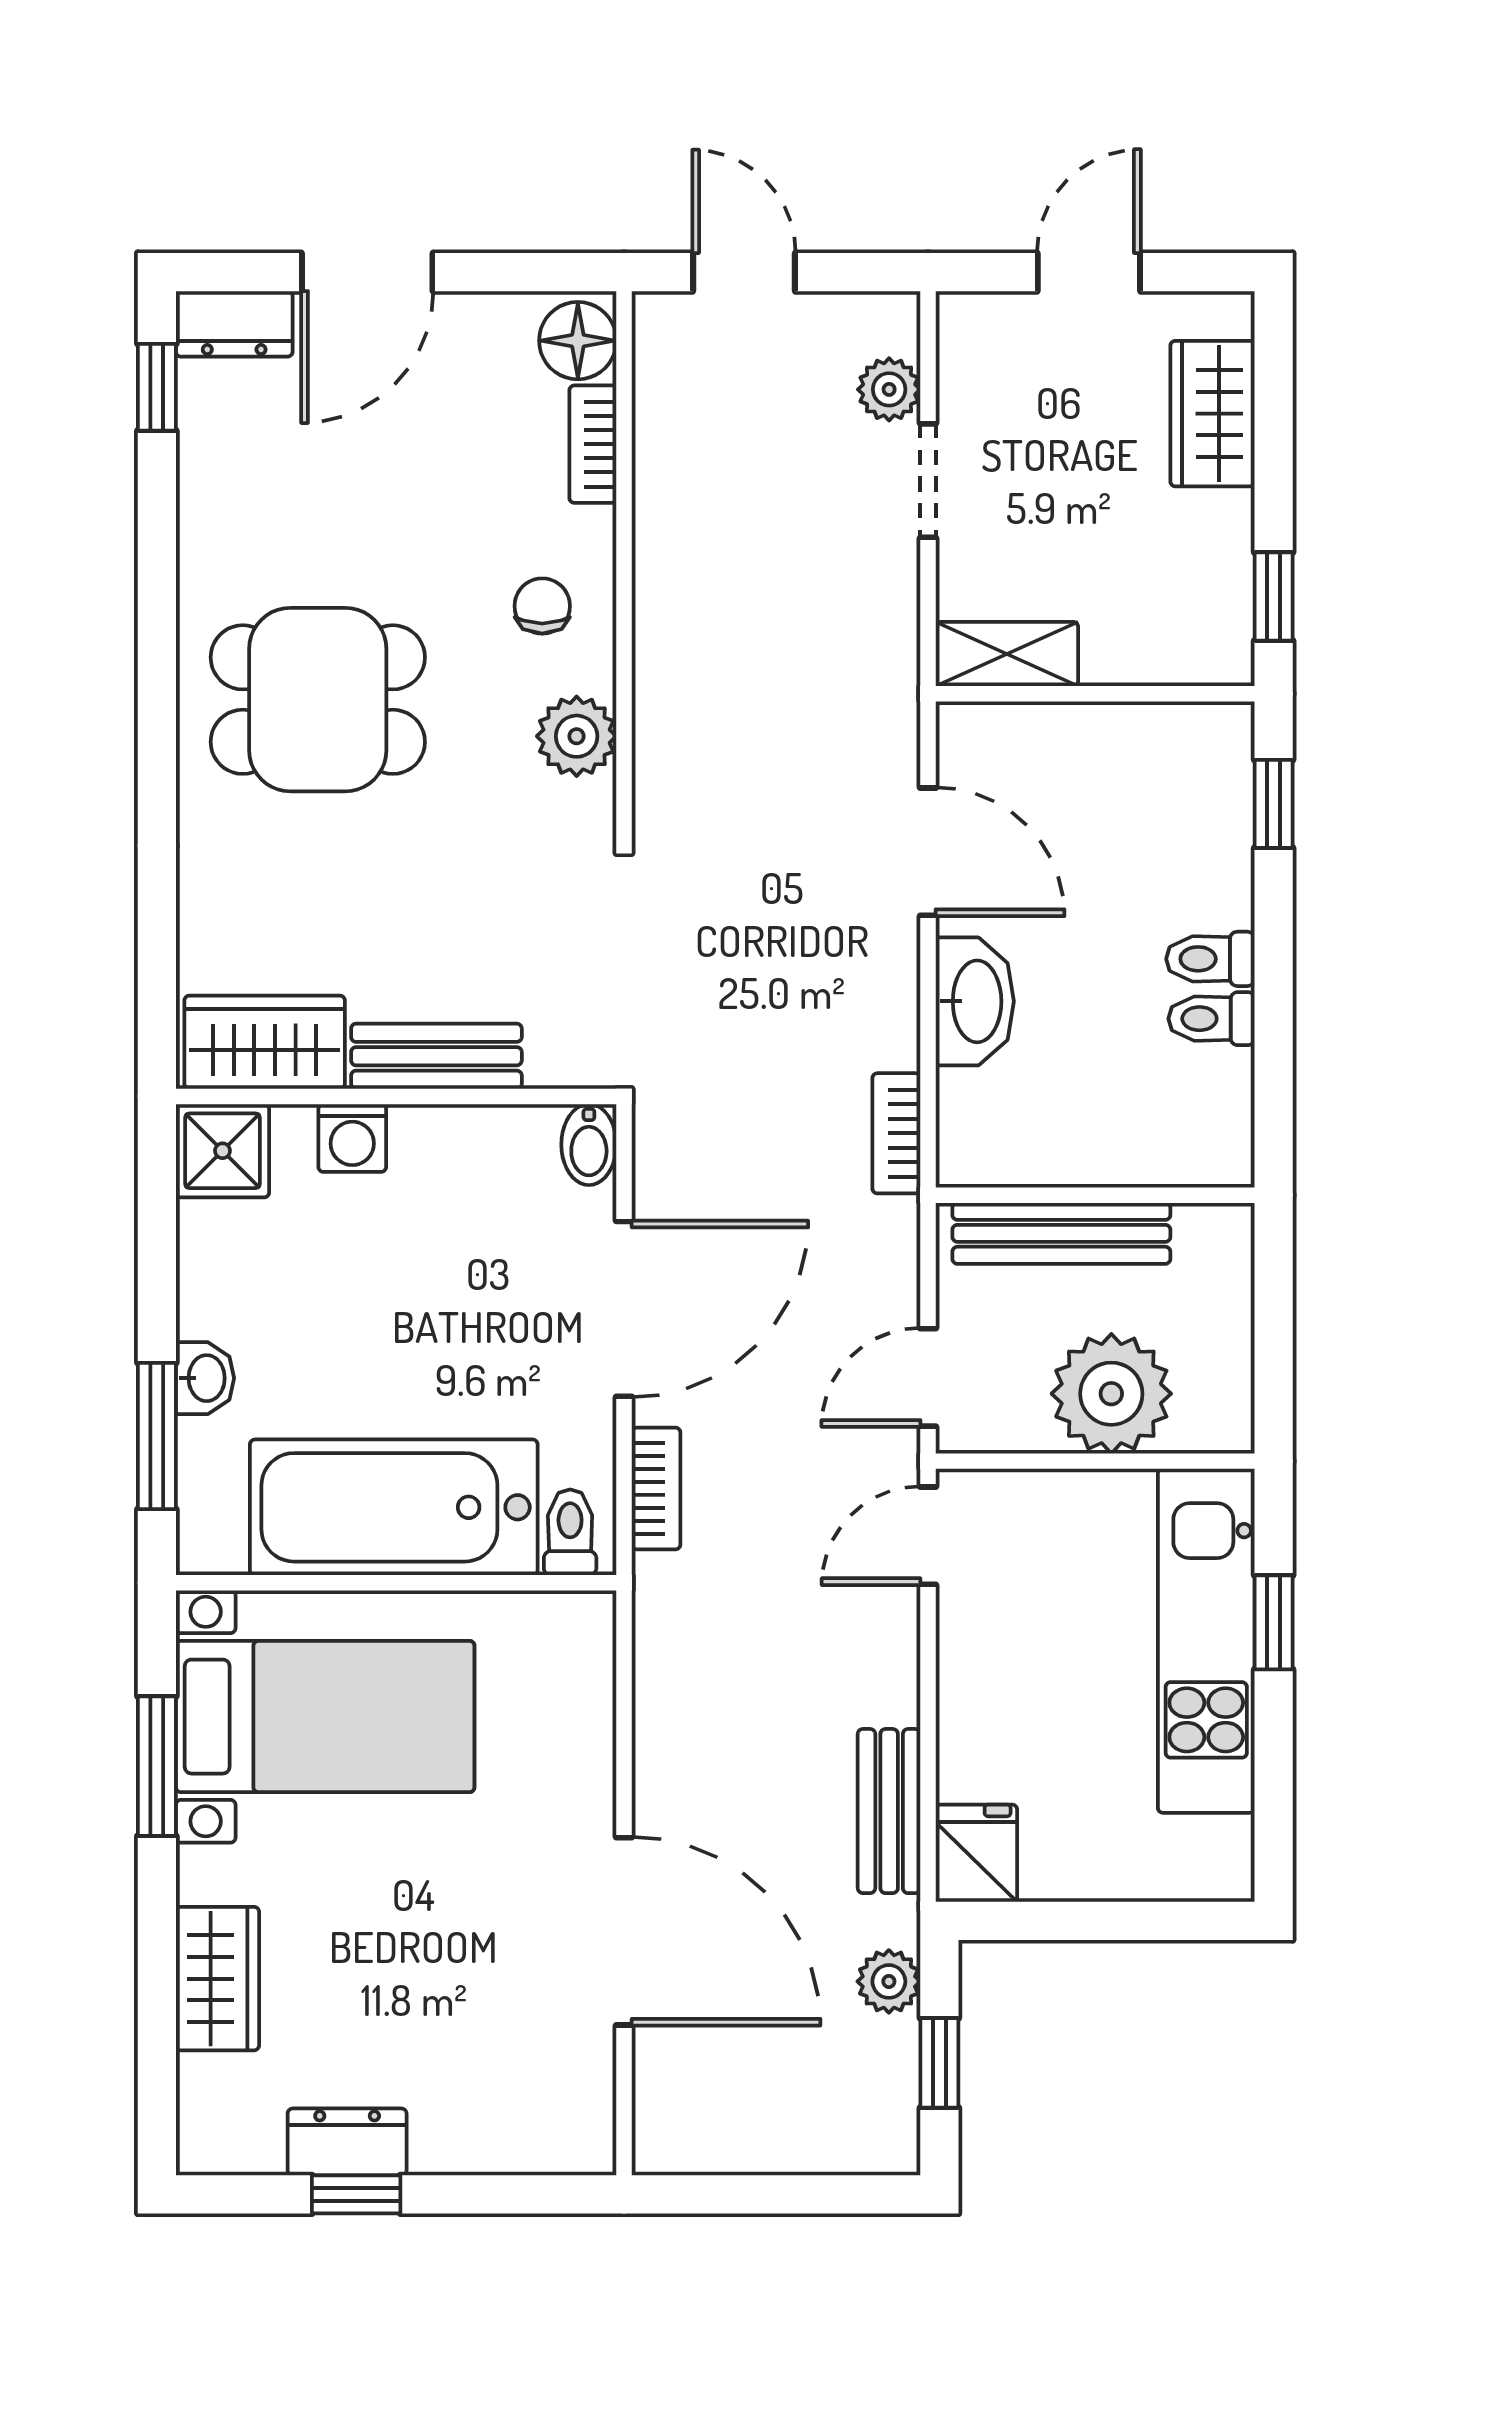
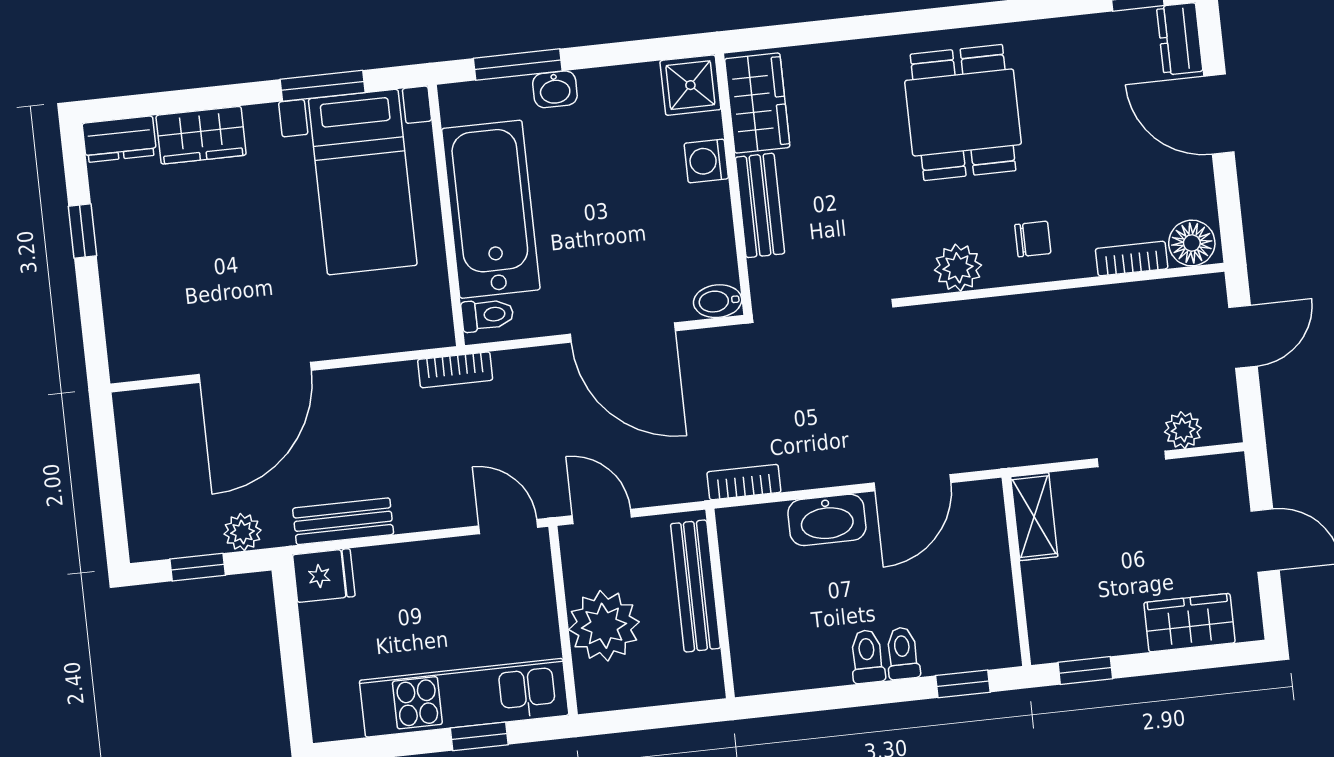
toilet: (1212, 1019) -> (903, 653), moved
bookcase: (656, 1488) -> (455, 370), moved
dresser: (347, 2142) -> (119, 139), moved, turned 90

